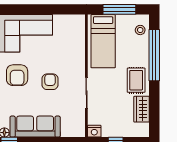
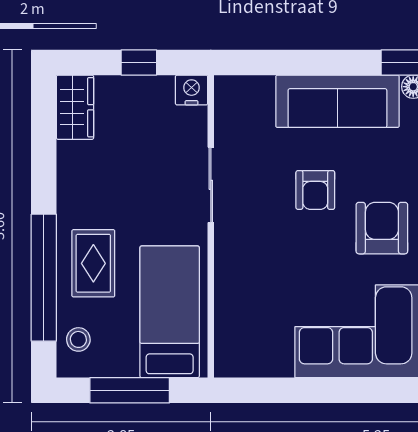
rug: (136, 80) -> (93, 263), moved
armchair: (50, 82) -> (315, 190), moved
wardrobe: (142, 109) -> (75, 107), moved

